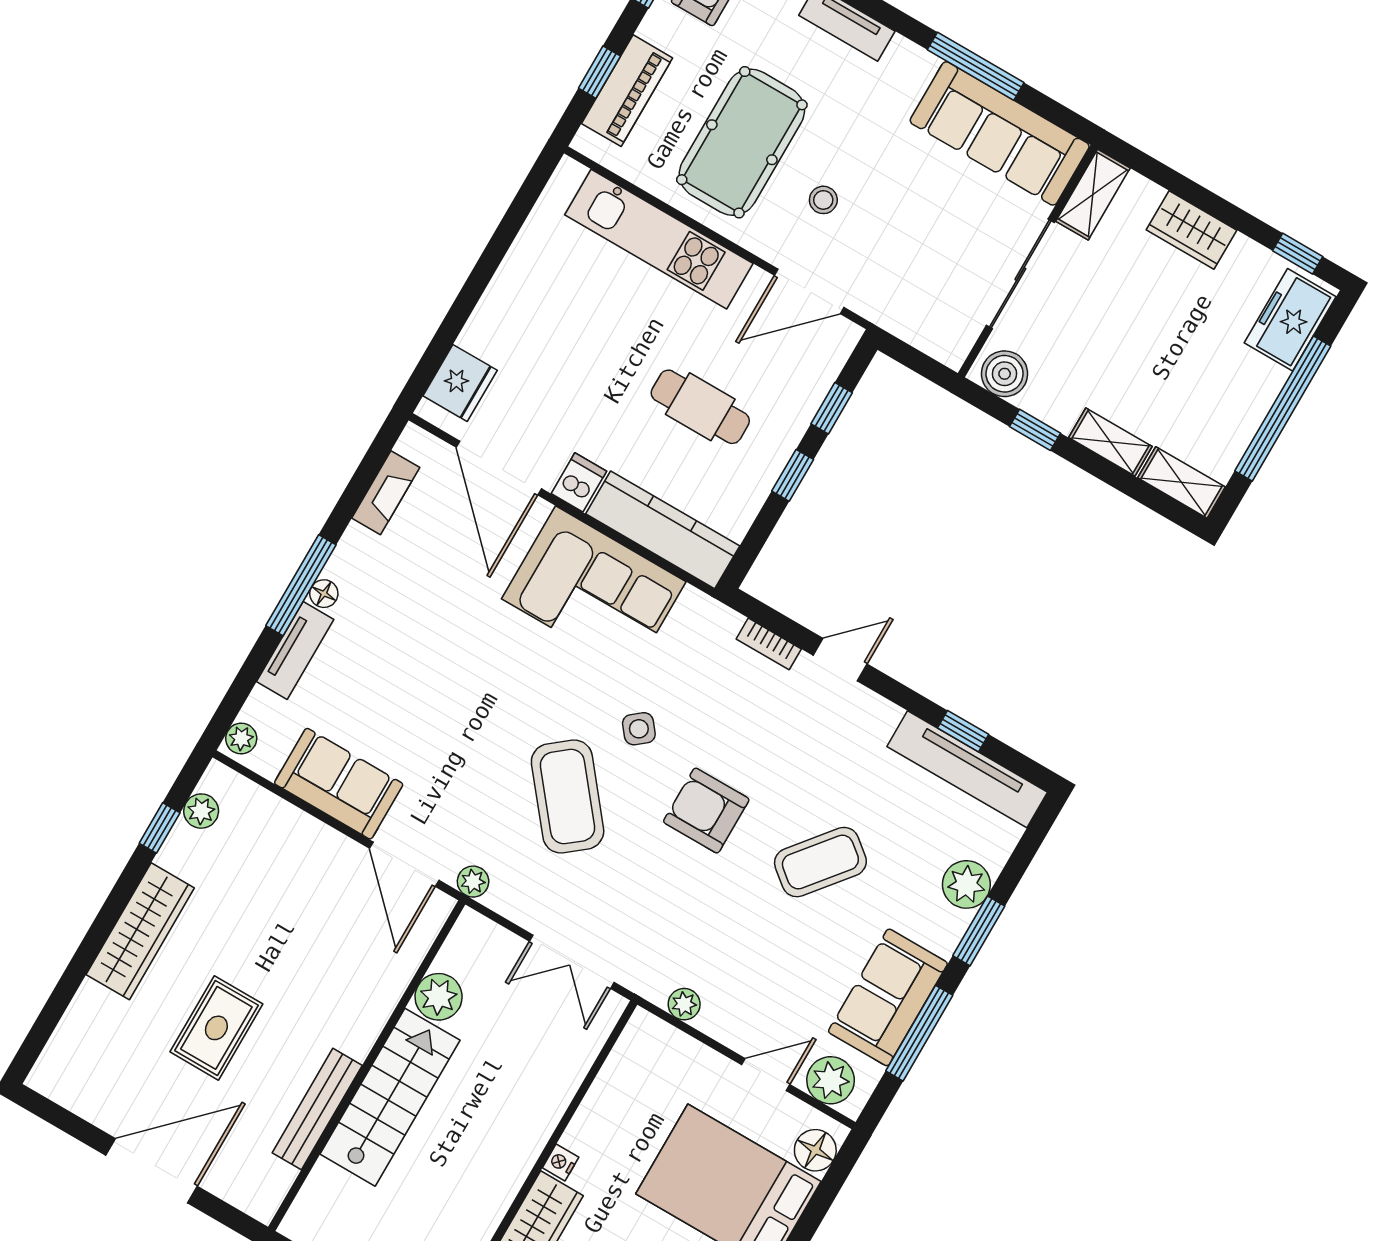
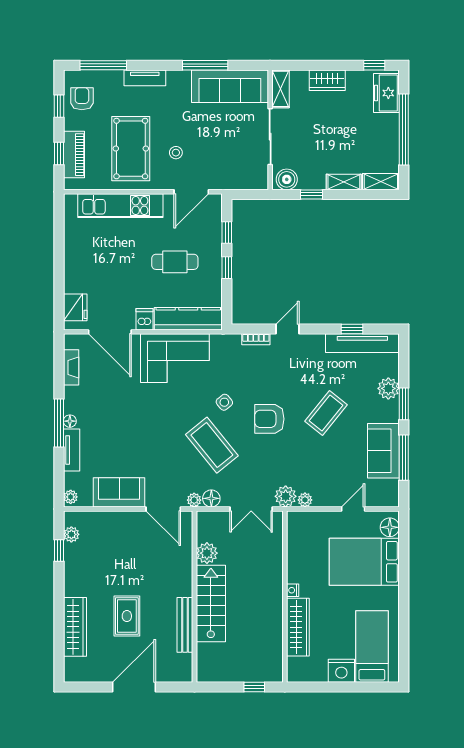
floor lamp: (507, 898) -> (211, 498), added
wardrobe: (140, 931) -> (75, 627), moved
plant: (831, 1080) -> (286, 496), moved

